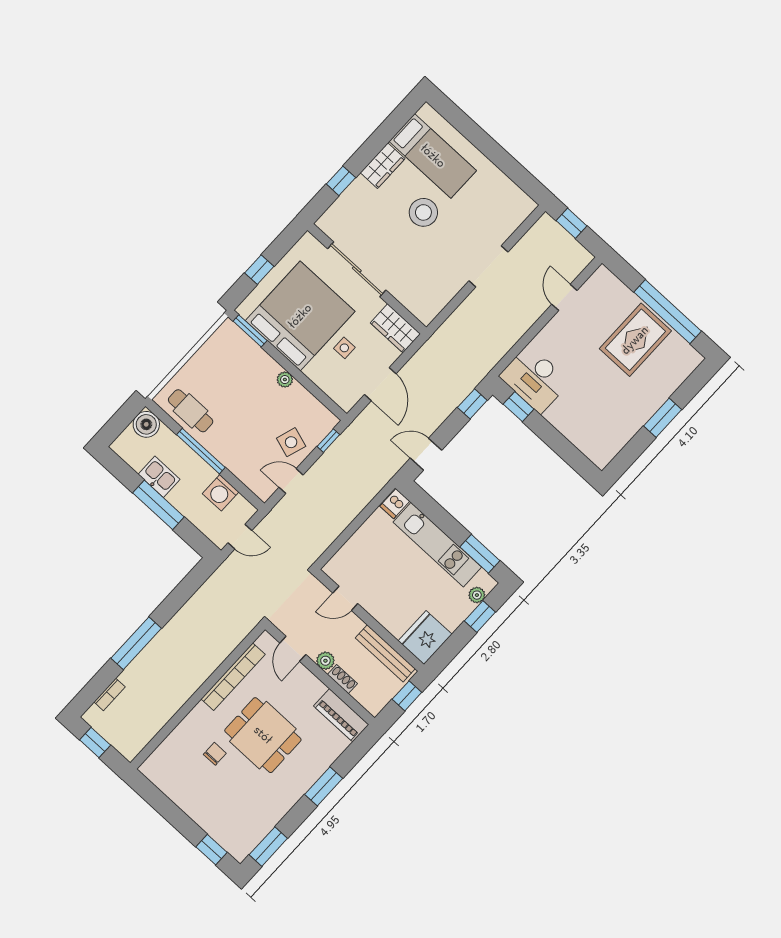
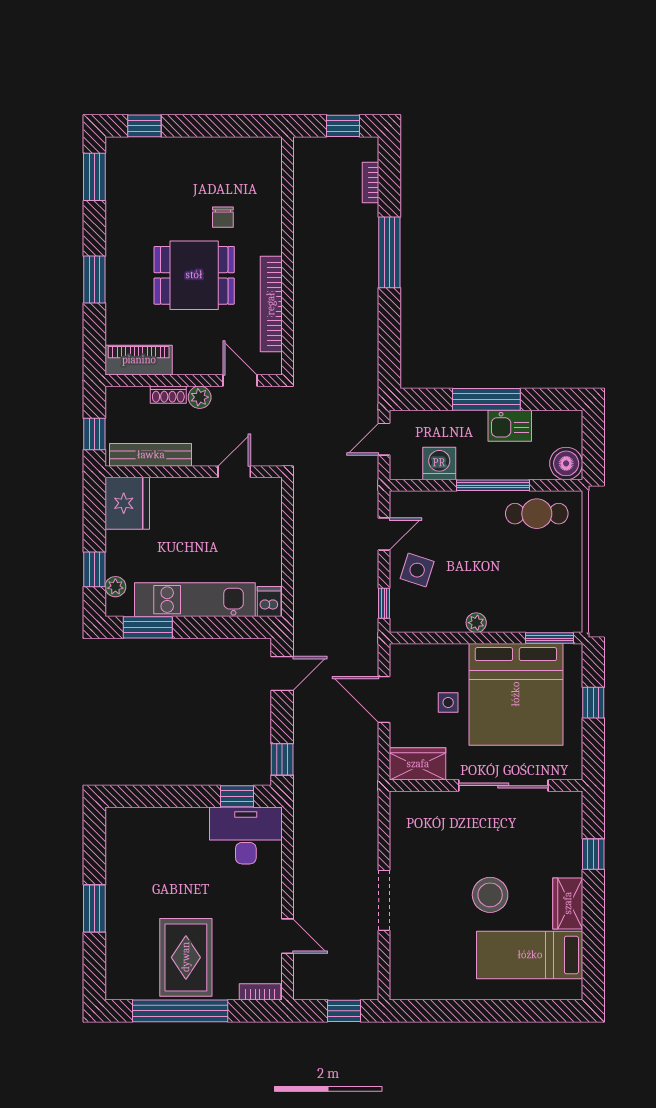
bookcase: (611, 280) -> (260, 992), added

